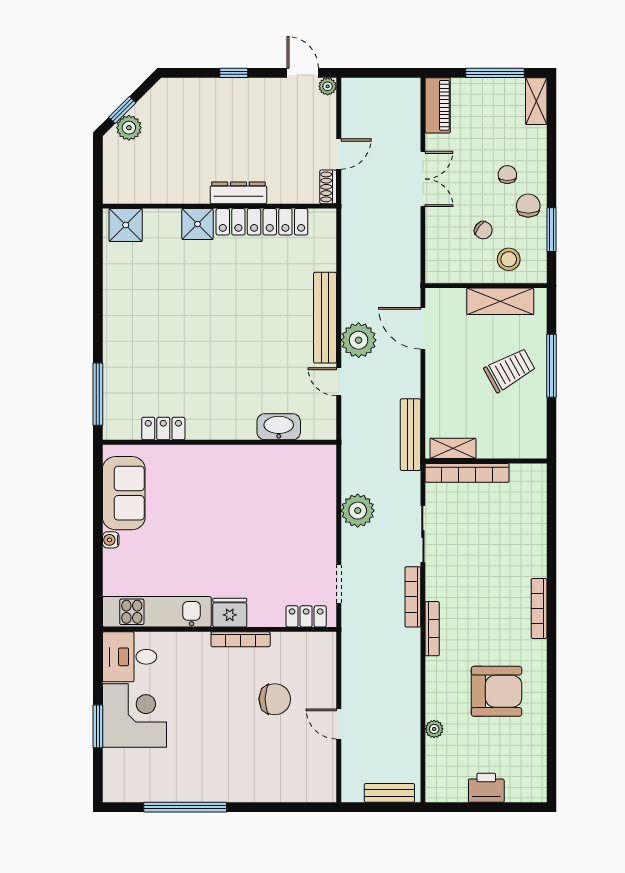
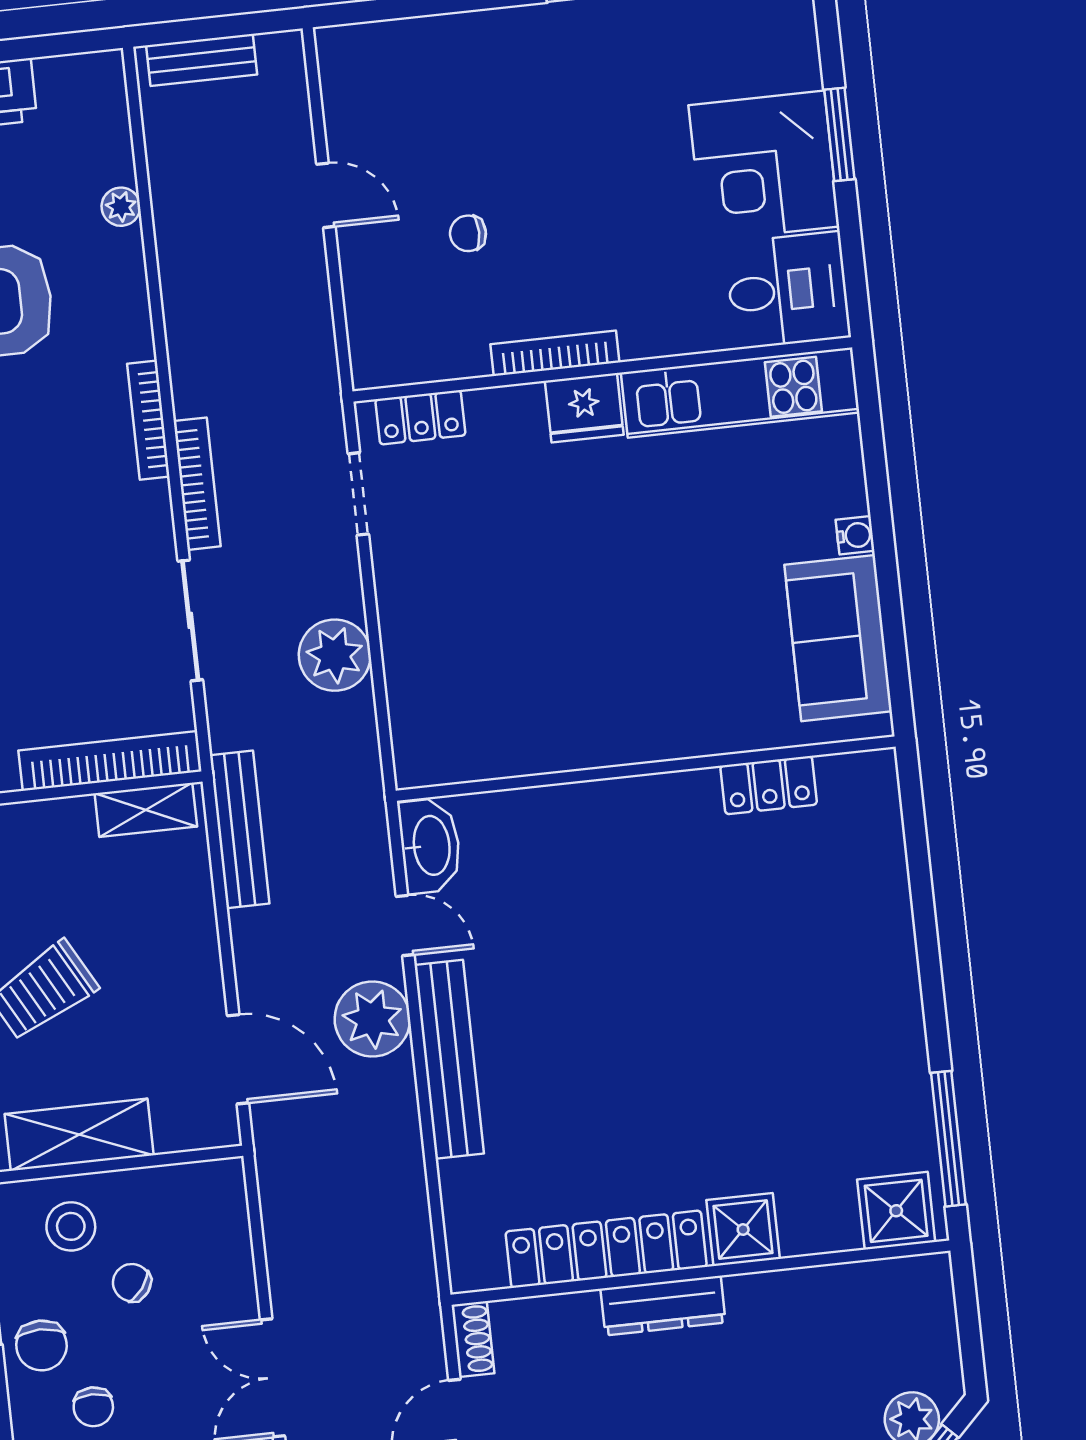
window: (98, 394) -> (948, 1139), moved
washbasin: (279, 427) -> (430, 846), moved, turned -90
chair: (275, 699) -> (468, 233), width x0.54, depth x0.54

